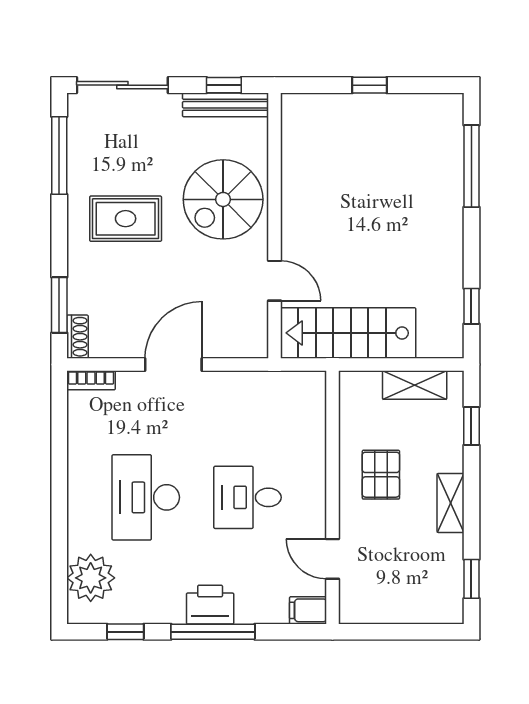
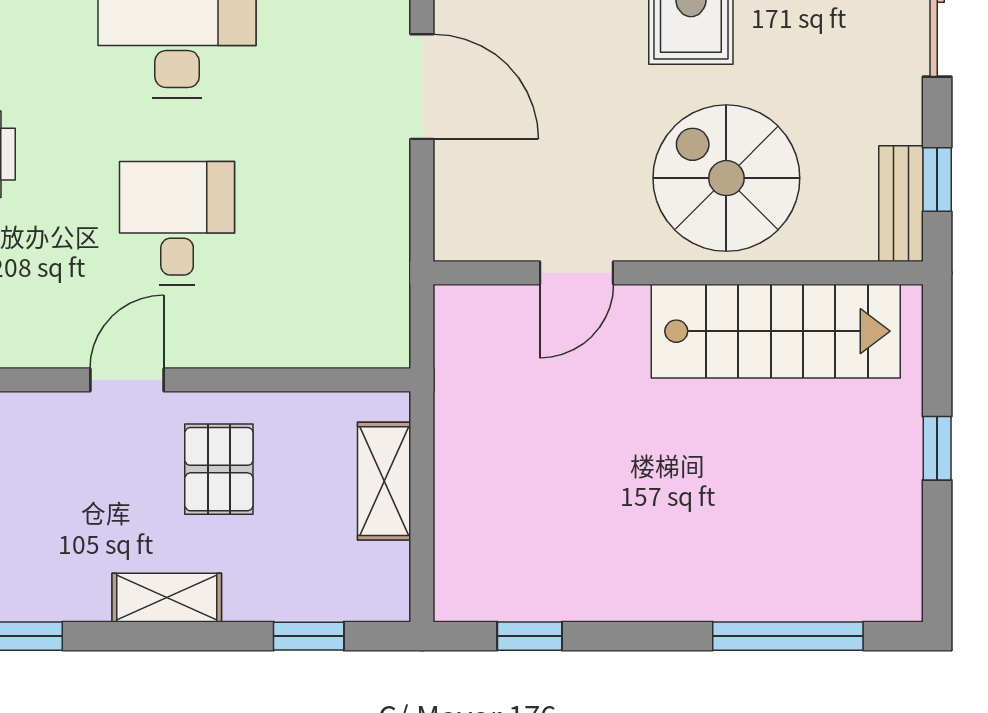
bench: (225, 105) -> (901, 204), width x0.73
stairs: (348, 333) -> (776, 331), moved, turned 90
shelving: (415, 385) -> (384, 481), moved
pallet: (381, 475) -> (219, 469), turned 90
door: (333, 559) -> (127, 380), moved

